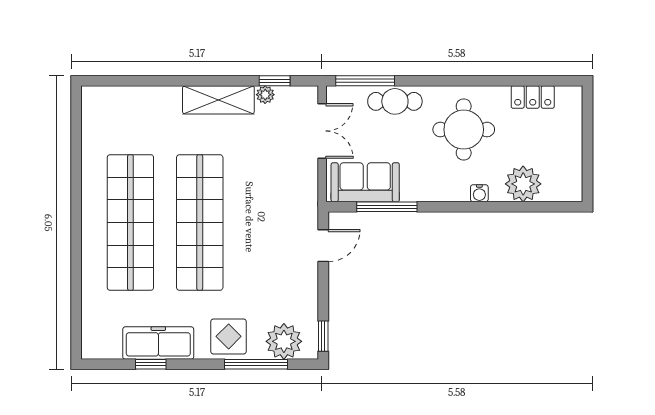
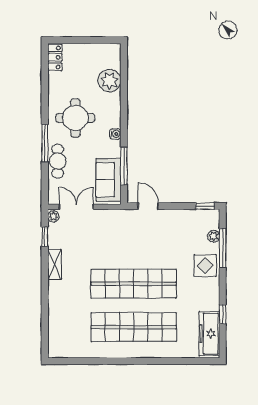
window: (365, 81) -> (45, 143), moved
plant: (265, 95) -> (53, 216), moved
locker: (533, 97) -> (55, 57), moved
shelving: (218, 100) -> (55, 264), width x0.67, depth x0.75
water cooler: (479, 193) -> (115, 134), moved
plant: (284, 341) -> (214, 236), width x0.53, depth x0.53
freezer: (158, 343) -> (209, 334), moved

